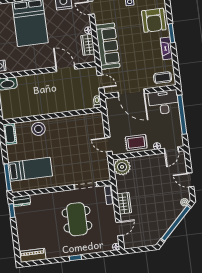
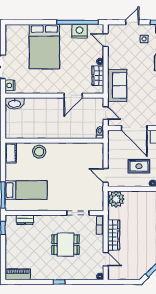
sofa: (108, 46) -> (117, 85), width x0.73
door: (65, 68) -> (73, 96), swing flipped
rug: (136, 142) -> (139, 166), moved
dresser: (21, 201) -> (25, 220), moved
wardrobe: (124, 203) -> (114, 235), width x1.50
dining table: (77, 219) -> (65, 245), width x0.73
door: (119, 229) -> (106, 259), hinge flipped

